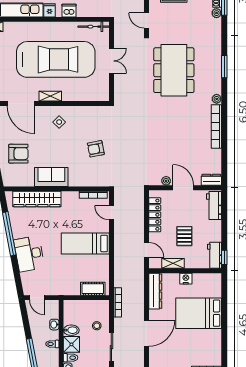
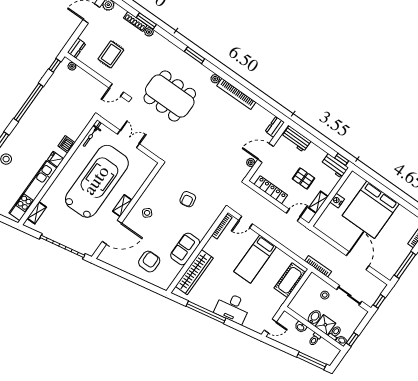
cot: (93, 289) -> (290, 280), width x1.37, depth x1.34
dresser: (155, 291) -> (330, 231), removed
bed: (199, 313) -> (371, 210), width x1.36

